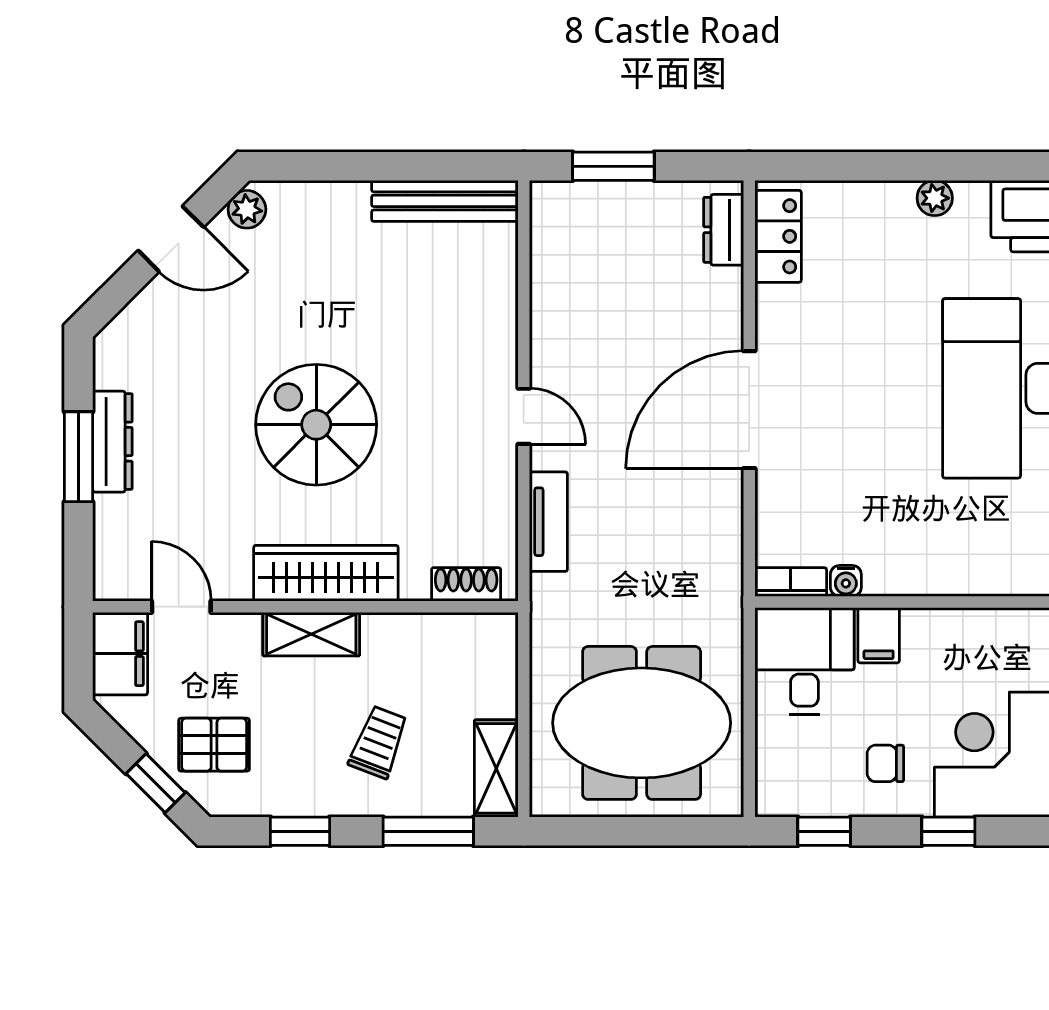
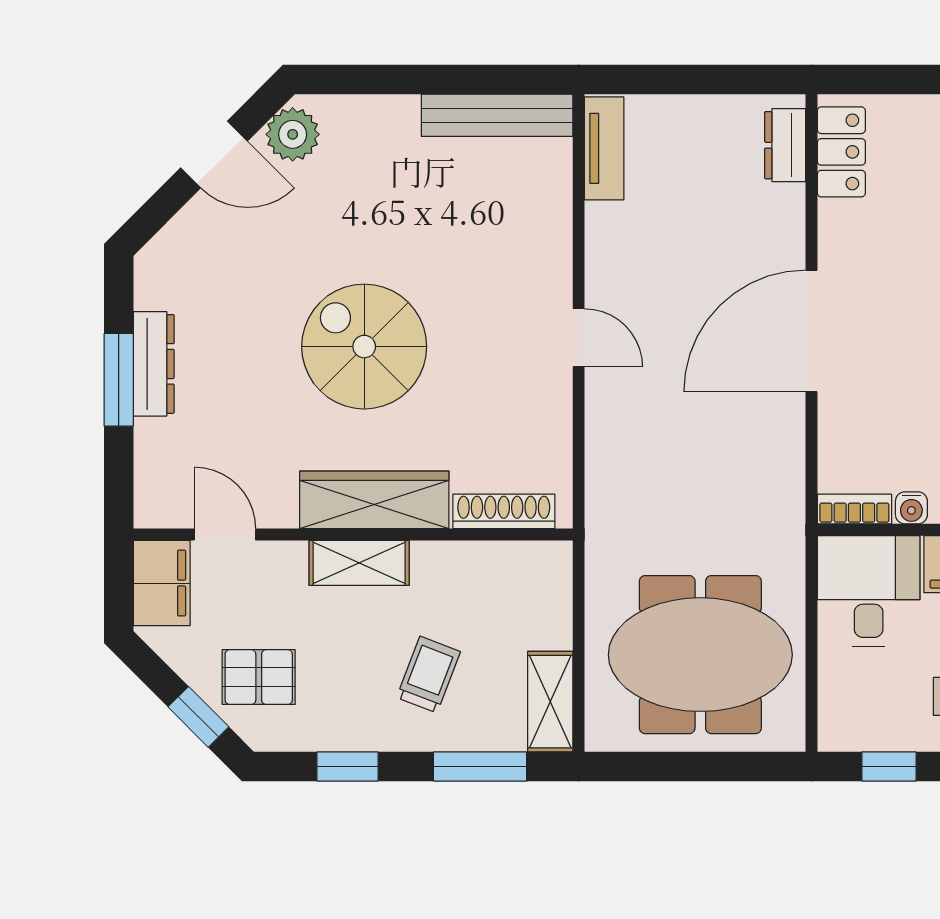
window: (613, 166) -> (671, 80), removed
plant: (247, 209) -> (293, 134), width x1.38, depth x1.38
tv unit: (548, 522) -> (604, 148), moved
shoe rack: (466, 584) -> (504, 511), width x1.43

